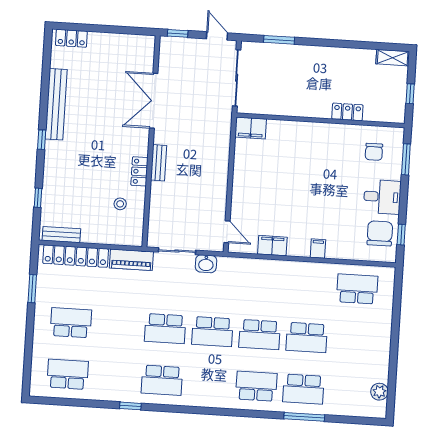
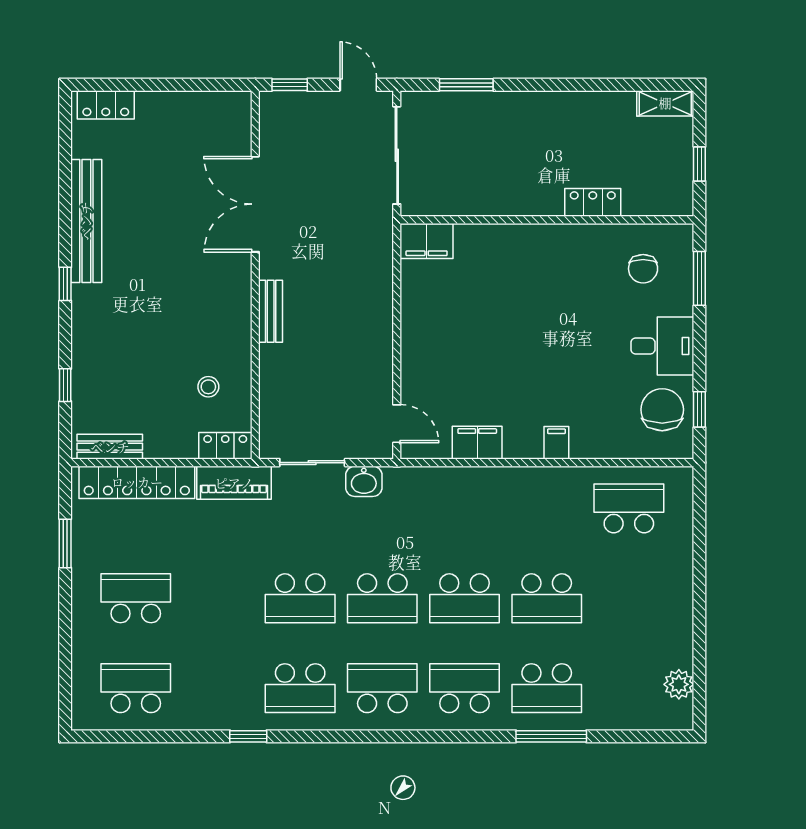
locker: (139, 171) -> (225, 446), moved, turned 90
school desk: (209, 383) -> (382, 688), added

